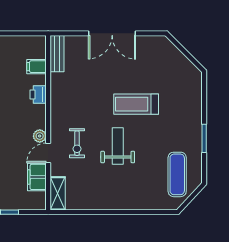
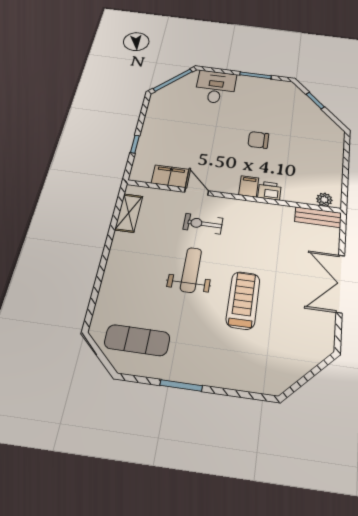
filing cabinet: (37, 67) -> (249, 186), moved
plant: (40, 136) -> (324, 200), moved
weight bench: (118, 146) -> (191, 270), turned -90
shelving: (58, 193) -> (129, 213), moved, turned 90

